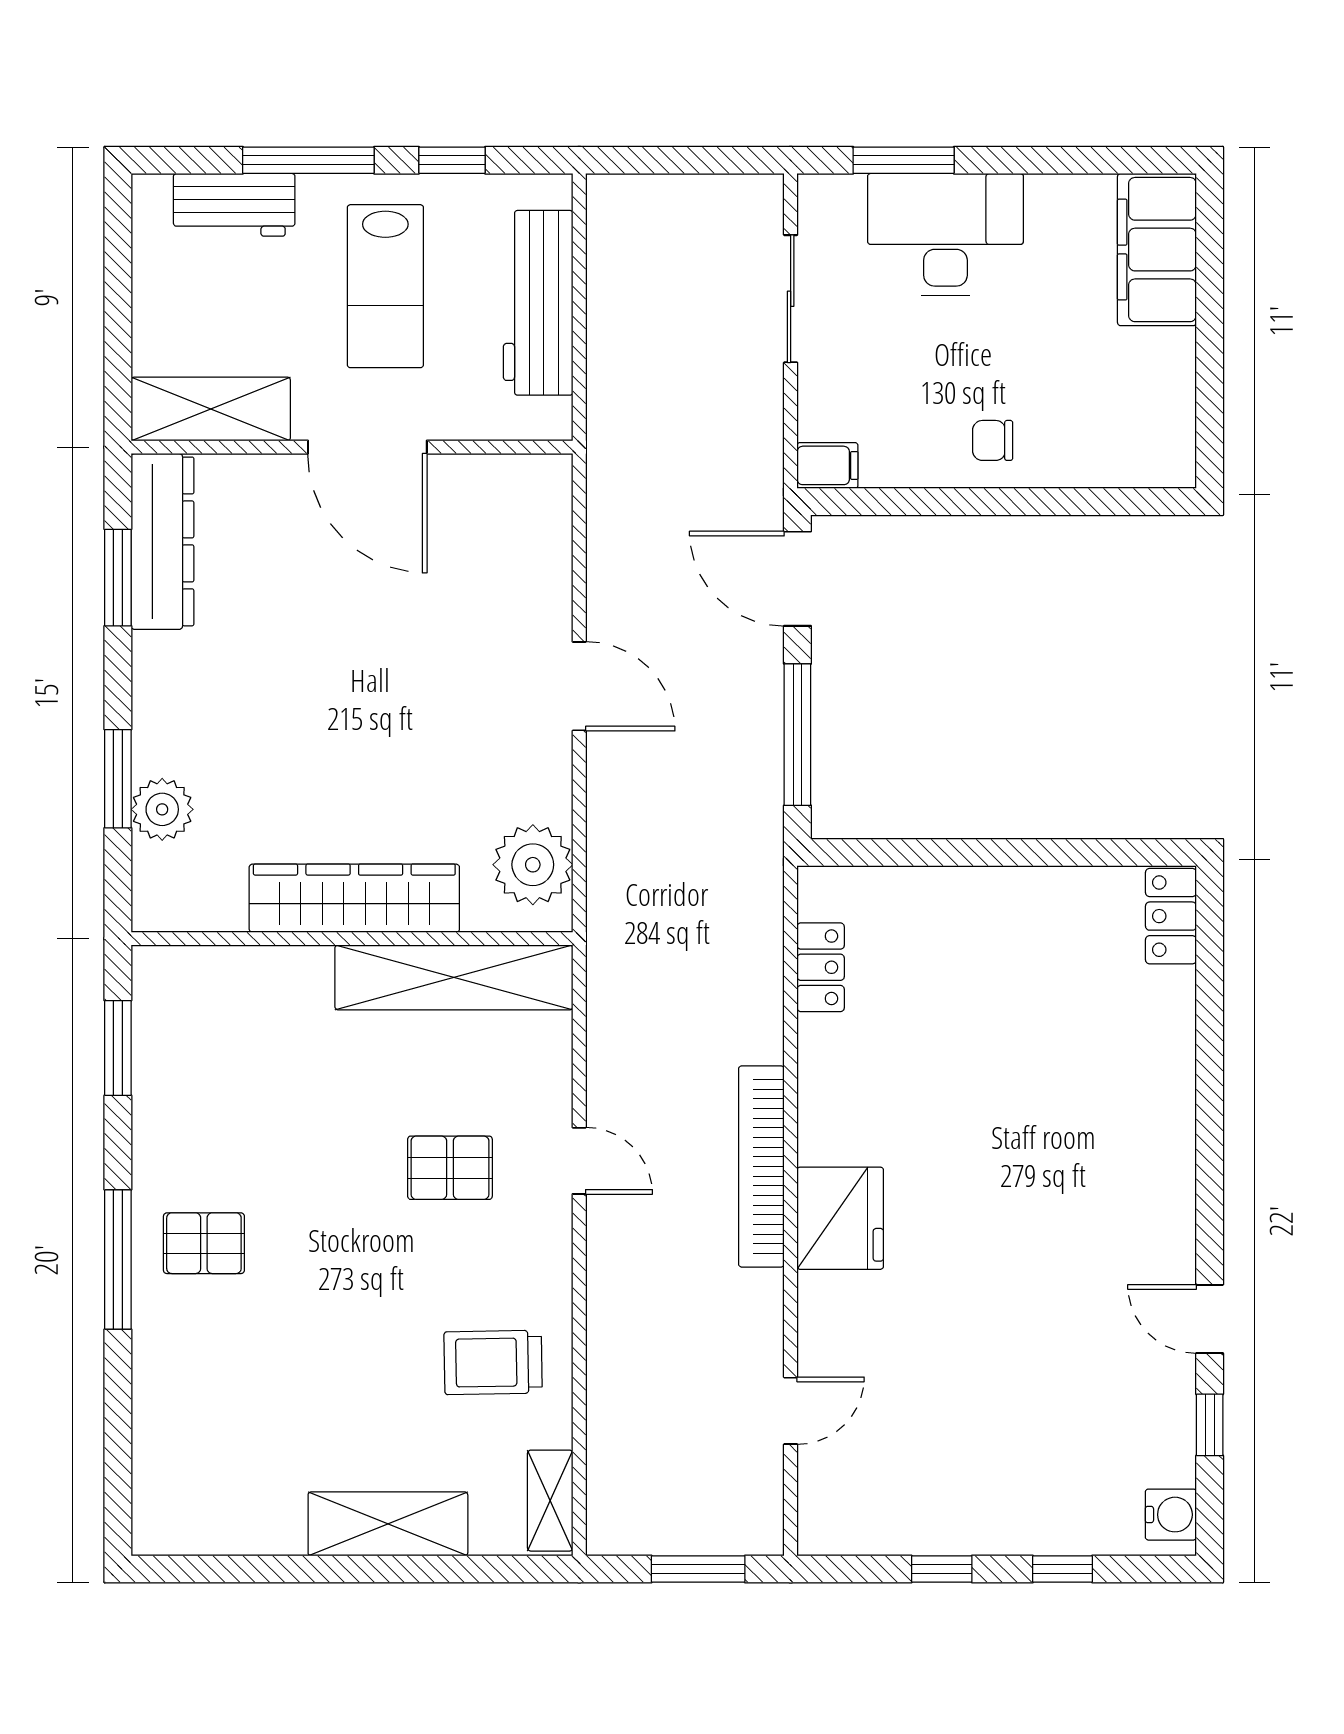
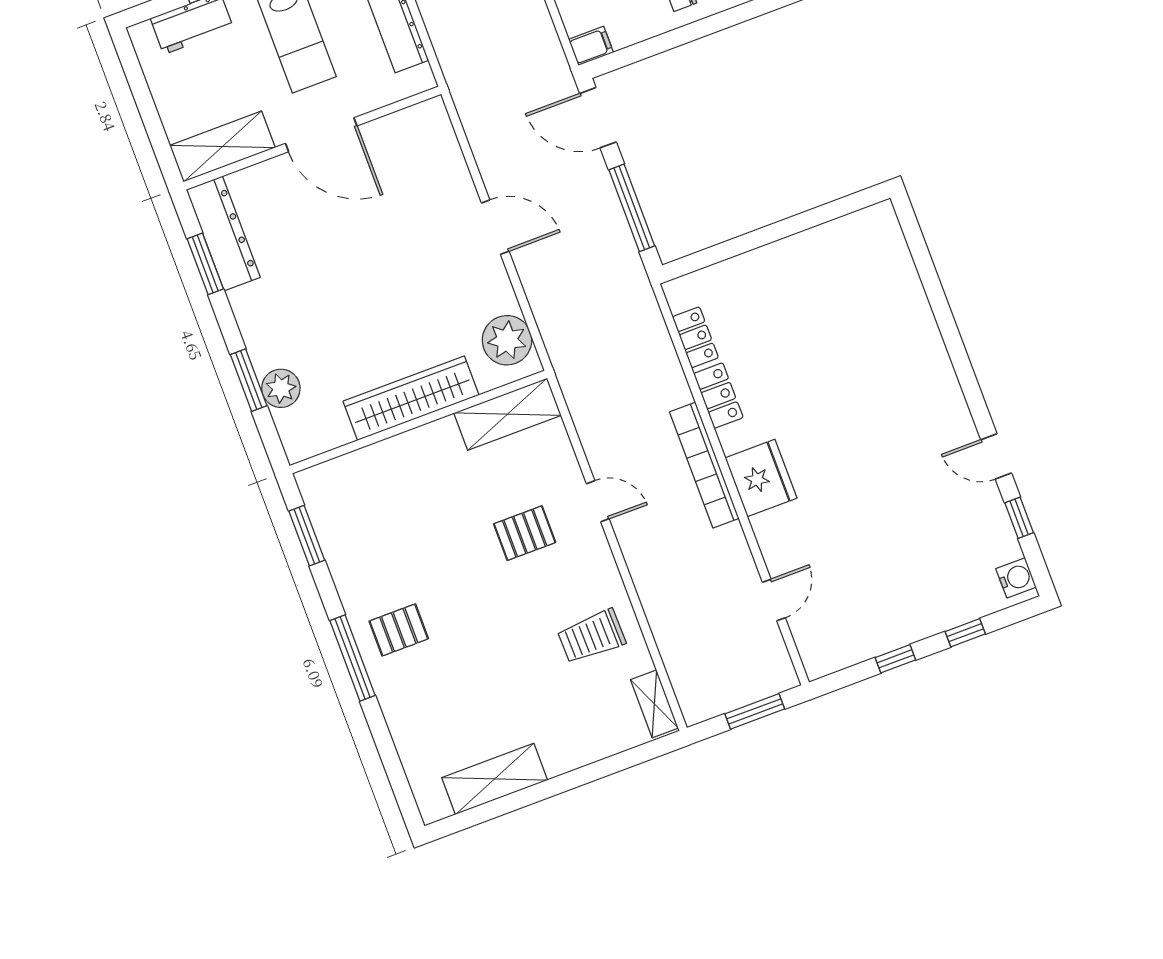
locker: (1171, 916) -> (718, 396), moved, turned 180
shelving: (454, 977) -> (508, 414), width x0.68
shelving: (388, 1524) -> (495, 779), moved

